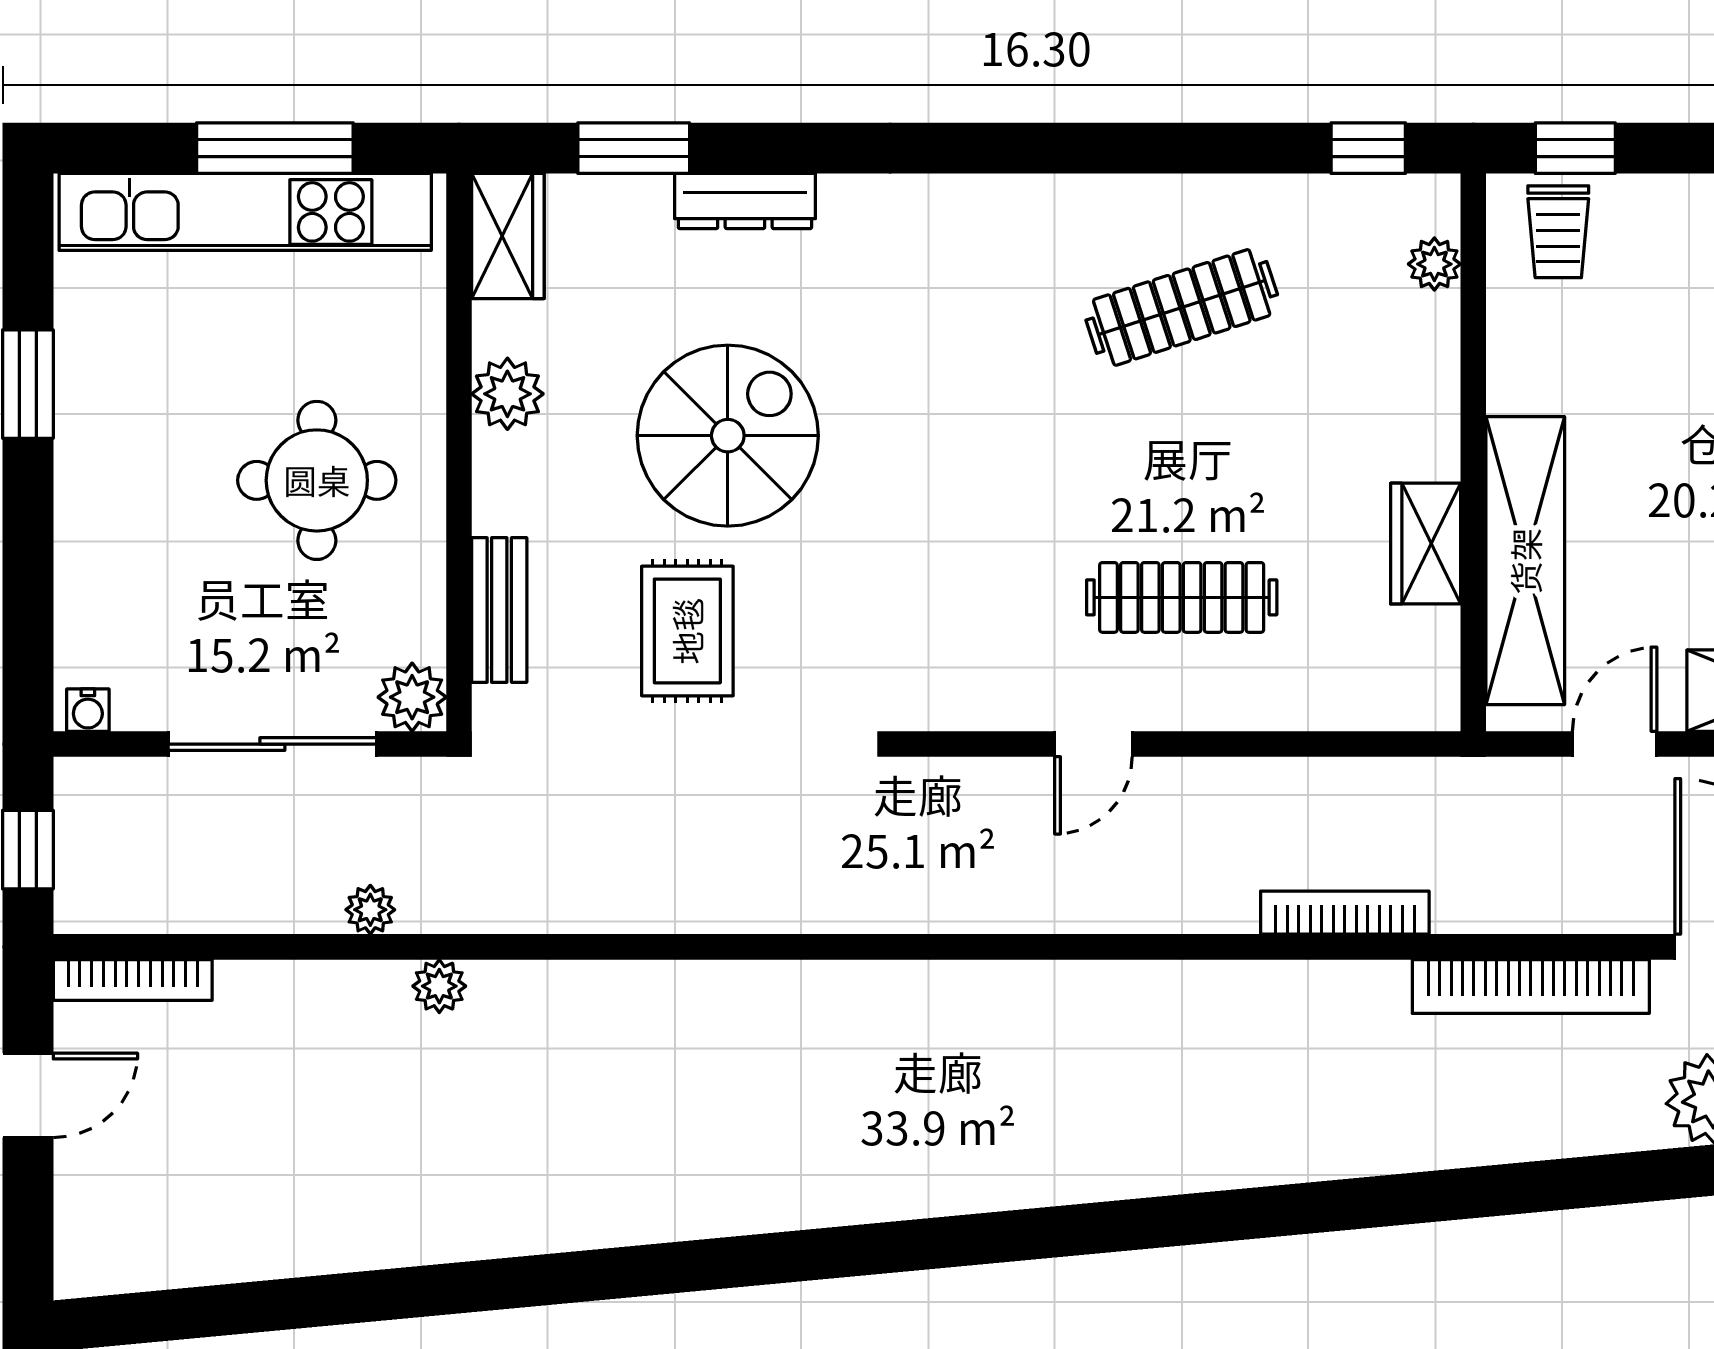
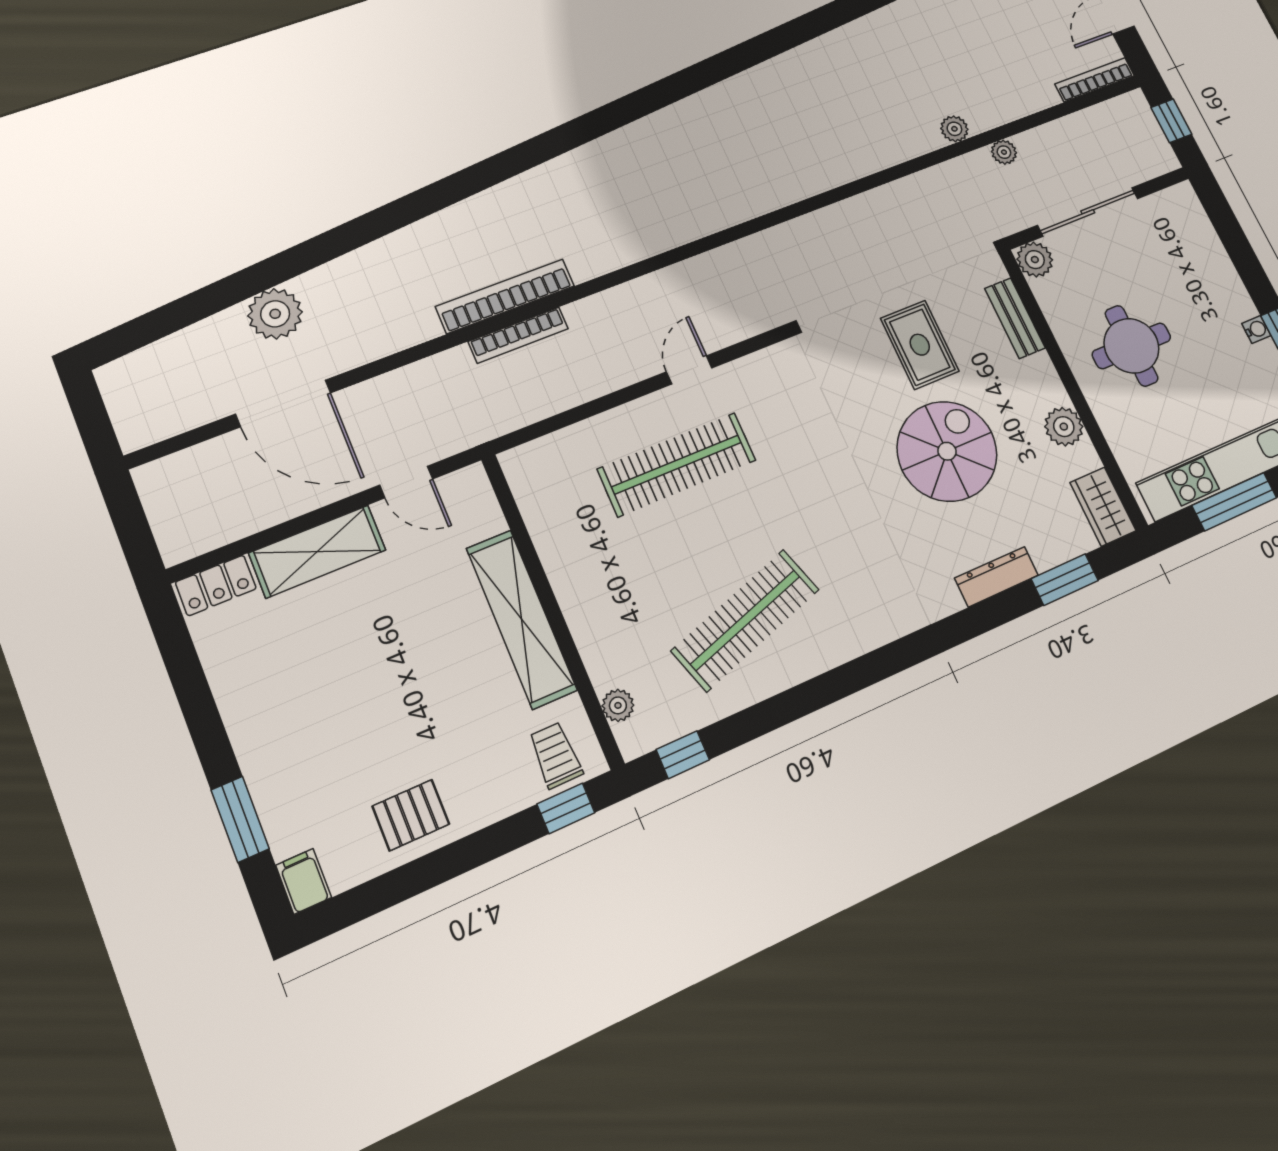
clothes rail: (1182, 307) -> (746, 620), width x1.37, depth x1.31
spiral stairs: (728, 436) -> (947, 451), turned 180
wardrobe: (1426, 544) -> (557, 548), removed
shelving: (1525, 561) -> (521, 619), moved
clothes rail: (1182, 597) -> (677, 464), width x1.37, depth x1.31
water cooler: (88, 710) -> (1256, 329), moved, turned 90
door: (1615, 744) -> (406, 482), hinge flipped
bookcase: (1531, 986) -> (505, 296), moved

